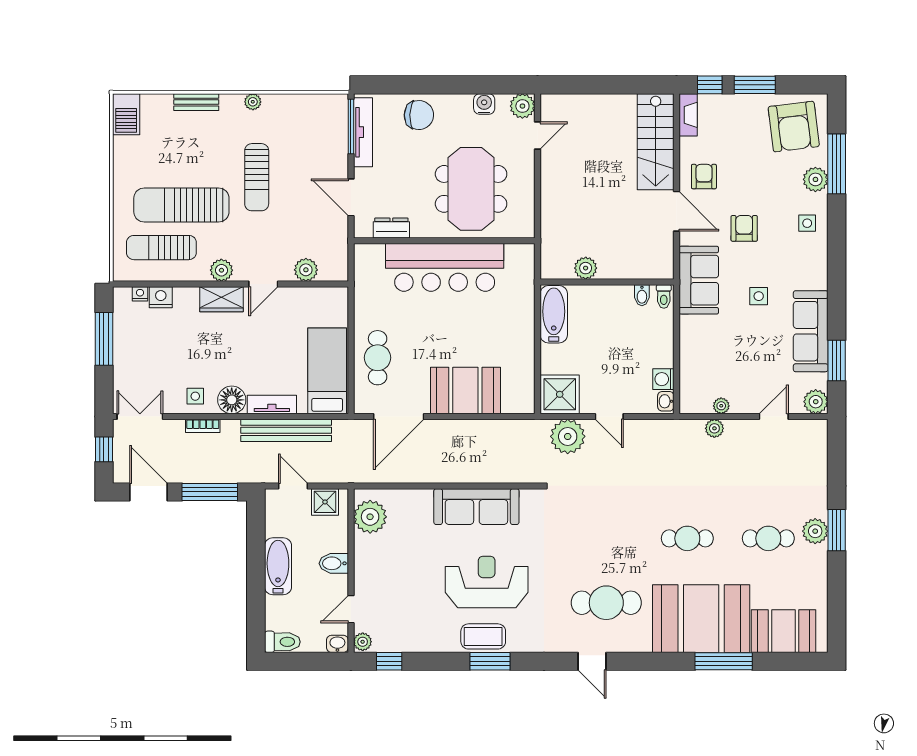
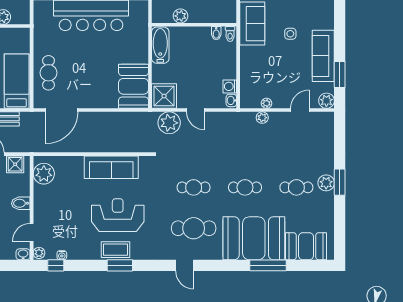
booth: (465, 390) -> (134, 86), moved, turned 90
cafe table: (606, 538) -> (194, 187), added
water cooler: (399, 645) -> (62, 255), added

